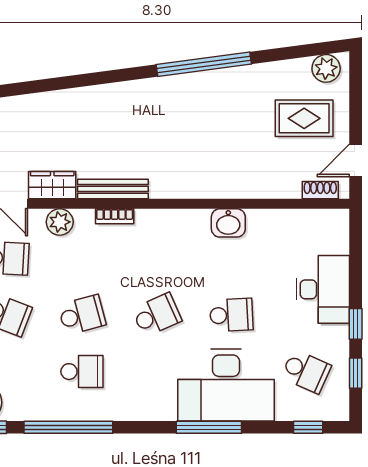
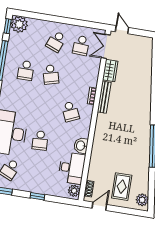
door: (356, 160) -> (99, 206), hinge flipped
plant: (60, 222) -> (74, 191), moved
desk: (323, 289) -> (72, 168), moved, turned -90
school desk: (157, 315) -> (70, 111), moved
window: (356, 324) -> (37, 196), moved

